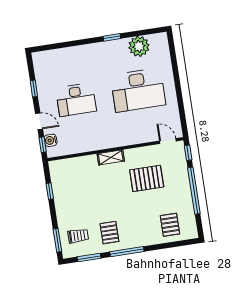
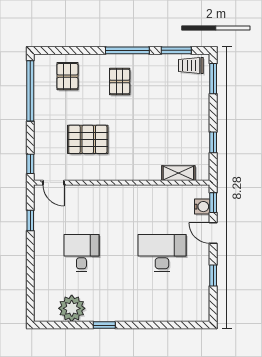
desk: (138, 90) -> (81, 253), width x0.53, depth x0.77
window: (181, 109) -> (30, 220), added
shelving: (111, 157) -> (178, 173), moved
window: (194, 191) -> (30, 91), moved
pallet: (109, 233) -> (120, 81), moved
trolley: (78, 236) -> (191, 66), moved

